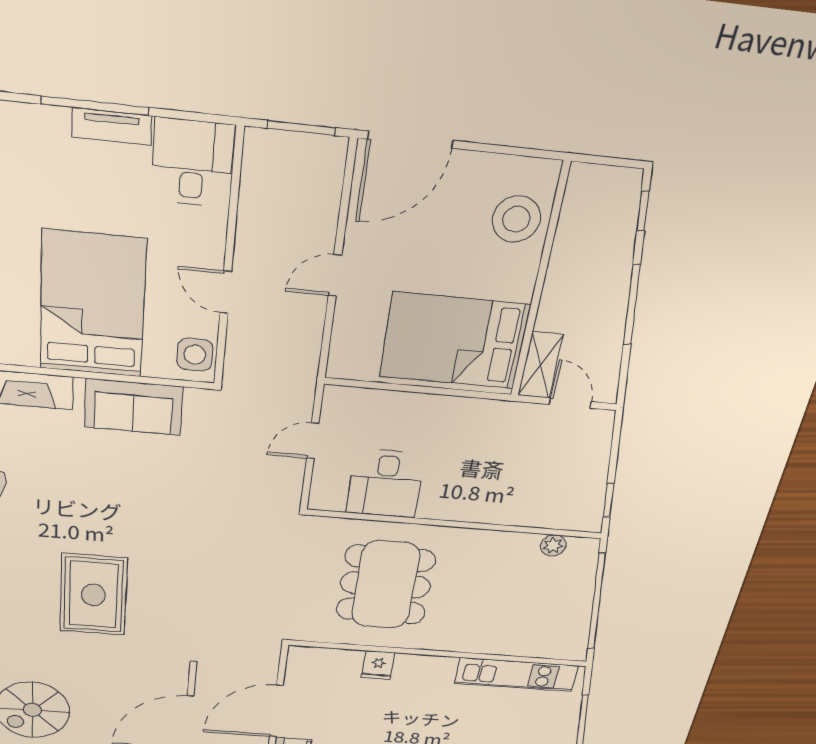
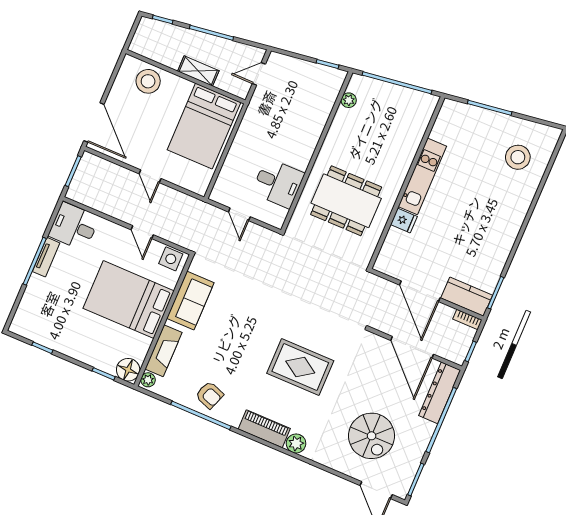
door: (226, 292) -> (142, 232), hinge flipped
shelving: (540, 365) -> (198, 71), moved
kitchen unit: (516, 675) -> (422, 176), moved

